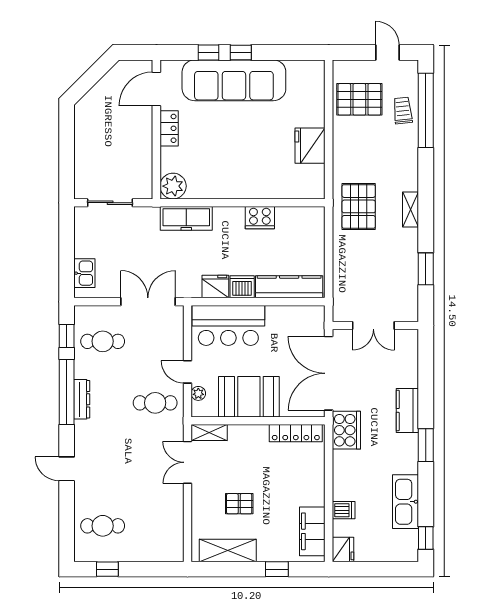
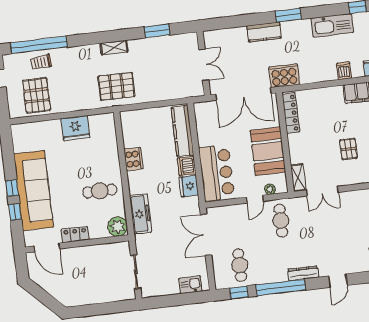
cafe table: (223, 168) -> (100, 191), added
dresser: (82, 399) -> (303, 273), moved

